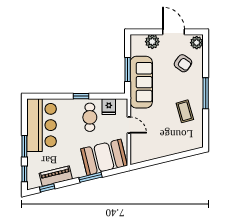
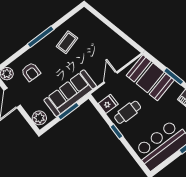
plant: (152, 42) -> (39, 118), moved
armchair: (183, 63) -> (31, 72), turned 145

